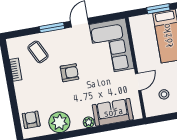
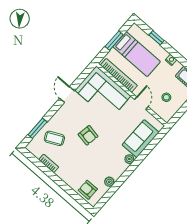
window: (52, 28) -> (38, 128), moved
bookcase: (138, 42) -> (119, 75), added
armchair: (69, 73) -> (88, 135), turned 100
plant: (59, 122) -> (109, 182), width x0.53, depth x0.53

